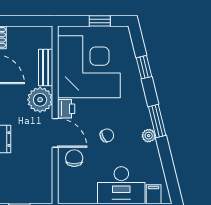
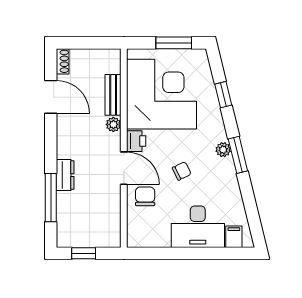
window: (100, 21) -> (174, 43), width x1.50
plant: (40, 100) -> (113, 124), width x0.53, depth x0.53
plant: (149, 136) -> (223, 150), moved

